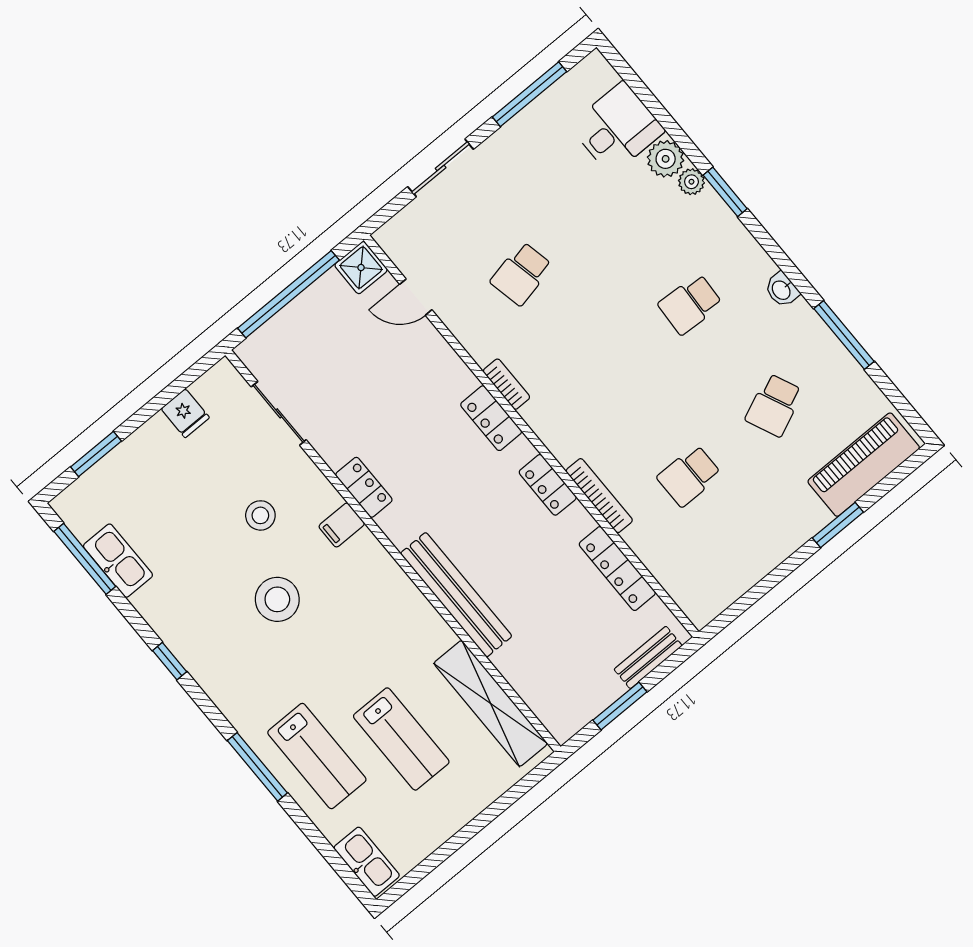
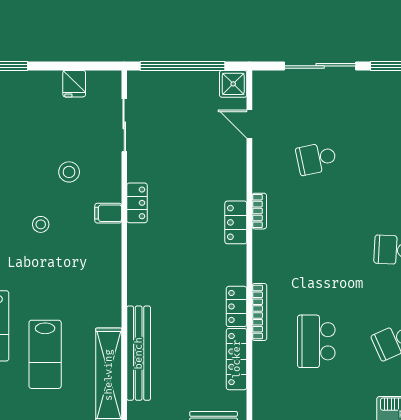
sliding door: (441, 168) -> (320, 66), width x1.37
school desk: (689, 476) -> (316, 341), width x1.85
locker: (548, 485) -> (237, 306), moved
bench: (456, 595) -> (139, 353), moved
stool: (277, 599) -> (41, 224), width x0.53, depth x0.53

